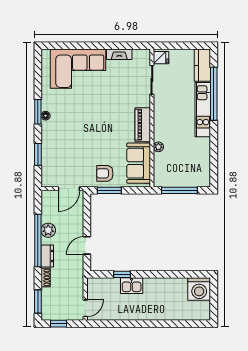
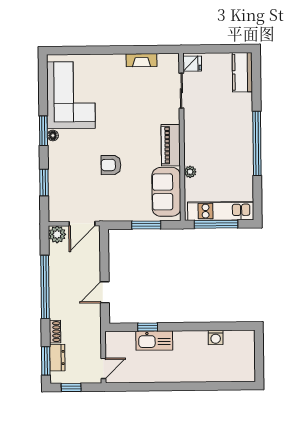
corner sofa: (78, 69) -> (71, 95), moved, turned -90
window: (214, 94) -> (257, 143), moved
kitchen unit: (203, 110) -> (221, 211), moved, turned 90
armchair: (105, 173) -> (111, 165), moved
window: (109, 190) -> (146, 225), moved
plant: (48, 230) -> (57, 234), moved
dresser: (47, 256) -> (57, 358), moved
kitchen sink: (132, 286) -> (154, 341), width x1.38
washing machine: (199, 289) -> (216, 338), moved, width x0.53, depth x0.53

